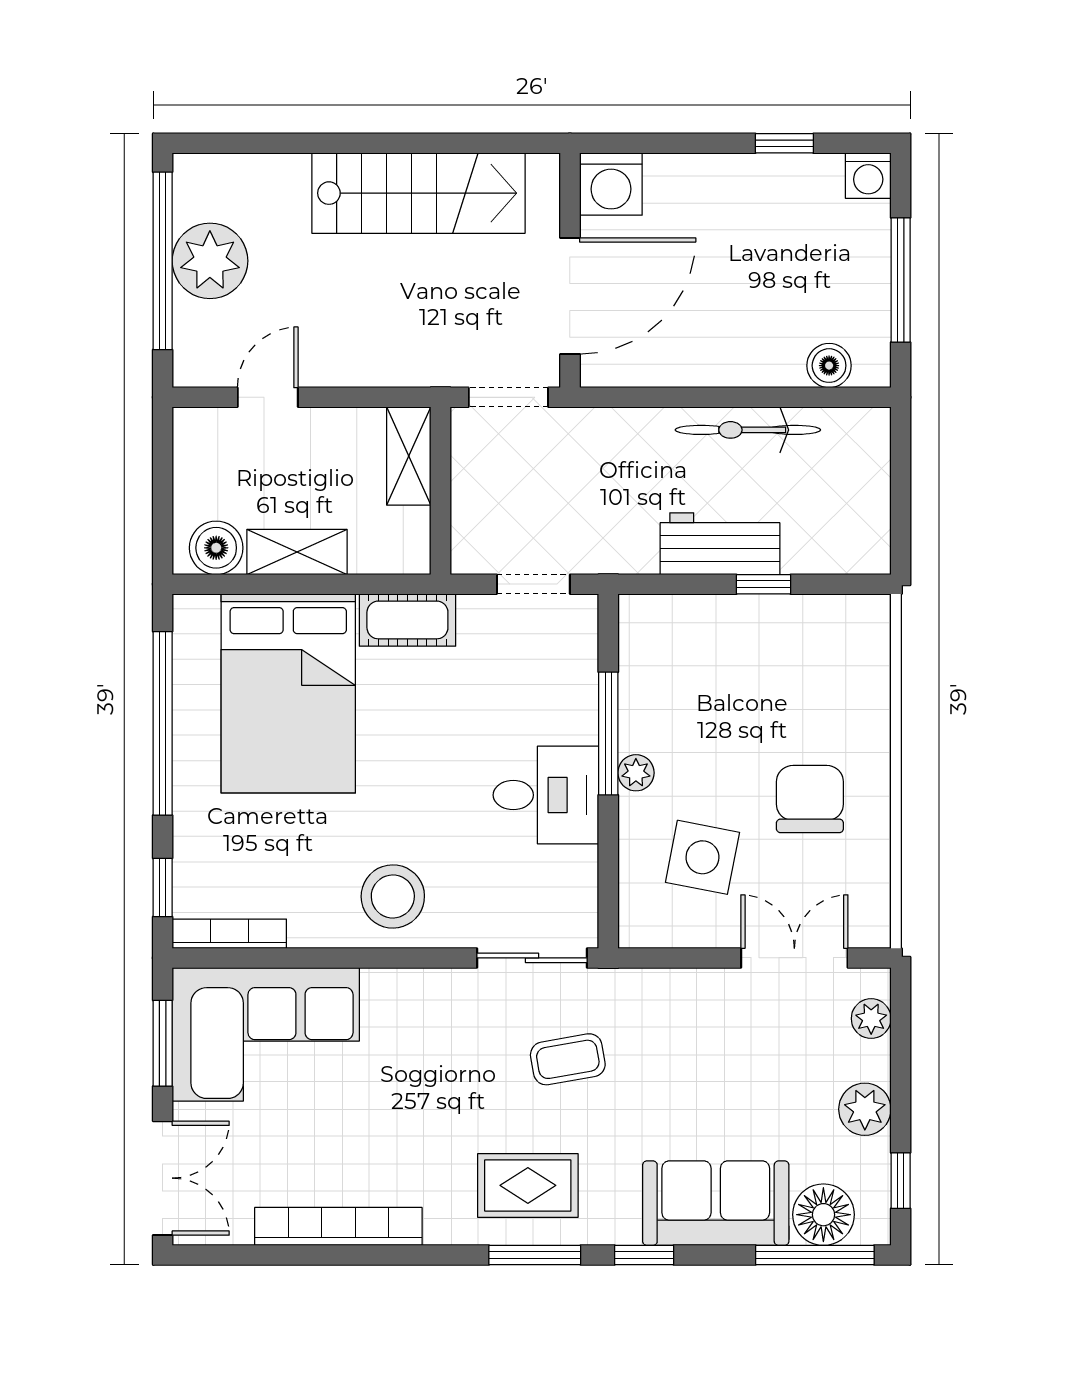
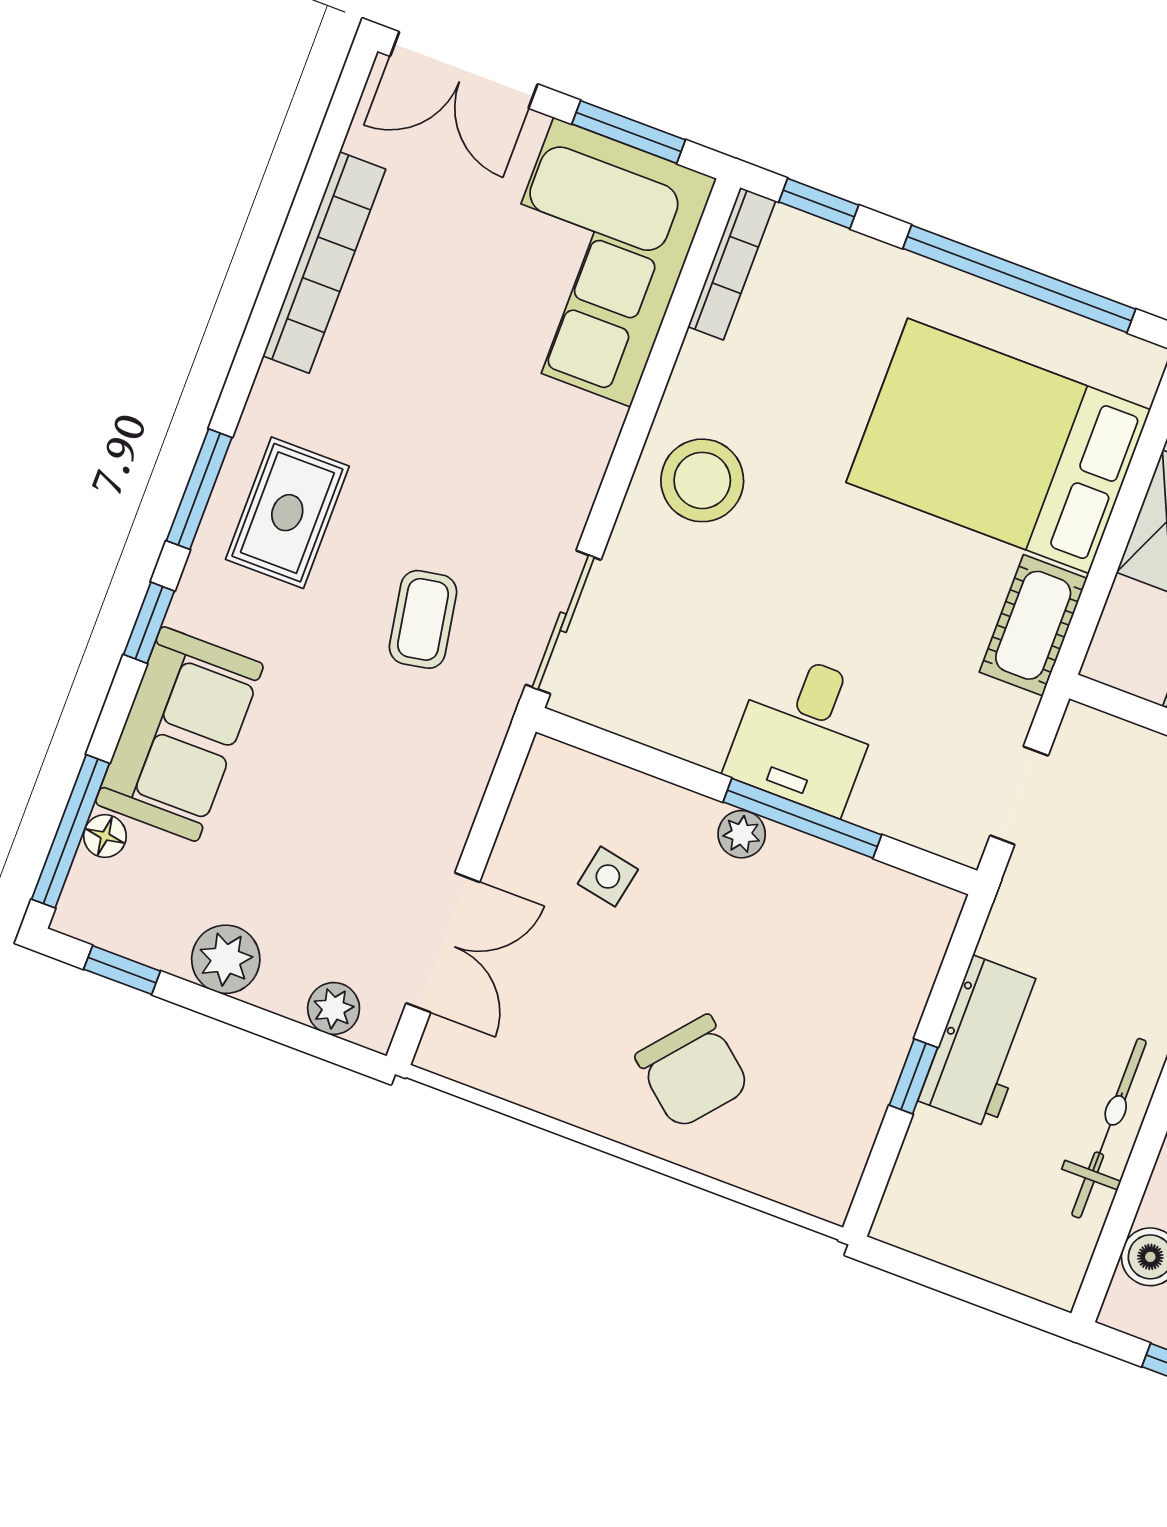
desk: (546, 795) -> (805, 732), moved
chair: (810, 799) -> (693, 1072), moved, turned 40
side table: (702, 857) -> (608, 877), width x0.54, depth x0.54
floor lamp: (823, 1215) -> (105, 836), width x0.53, depth x0.53

